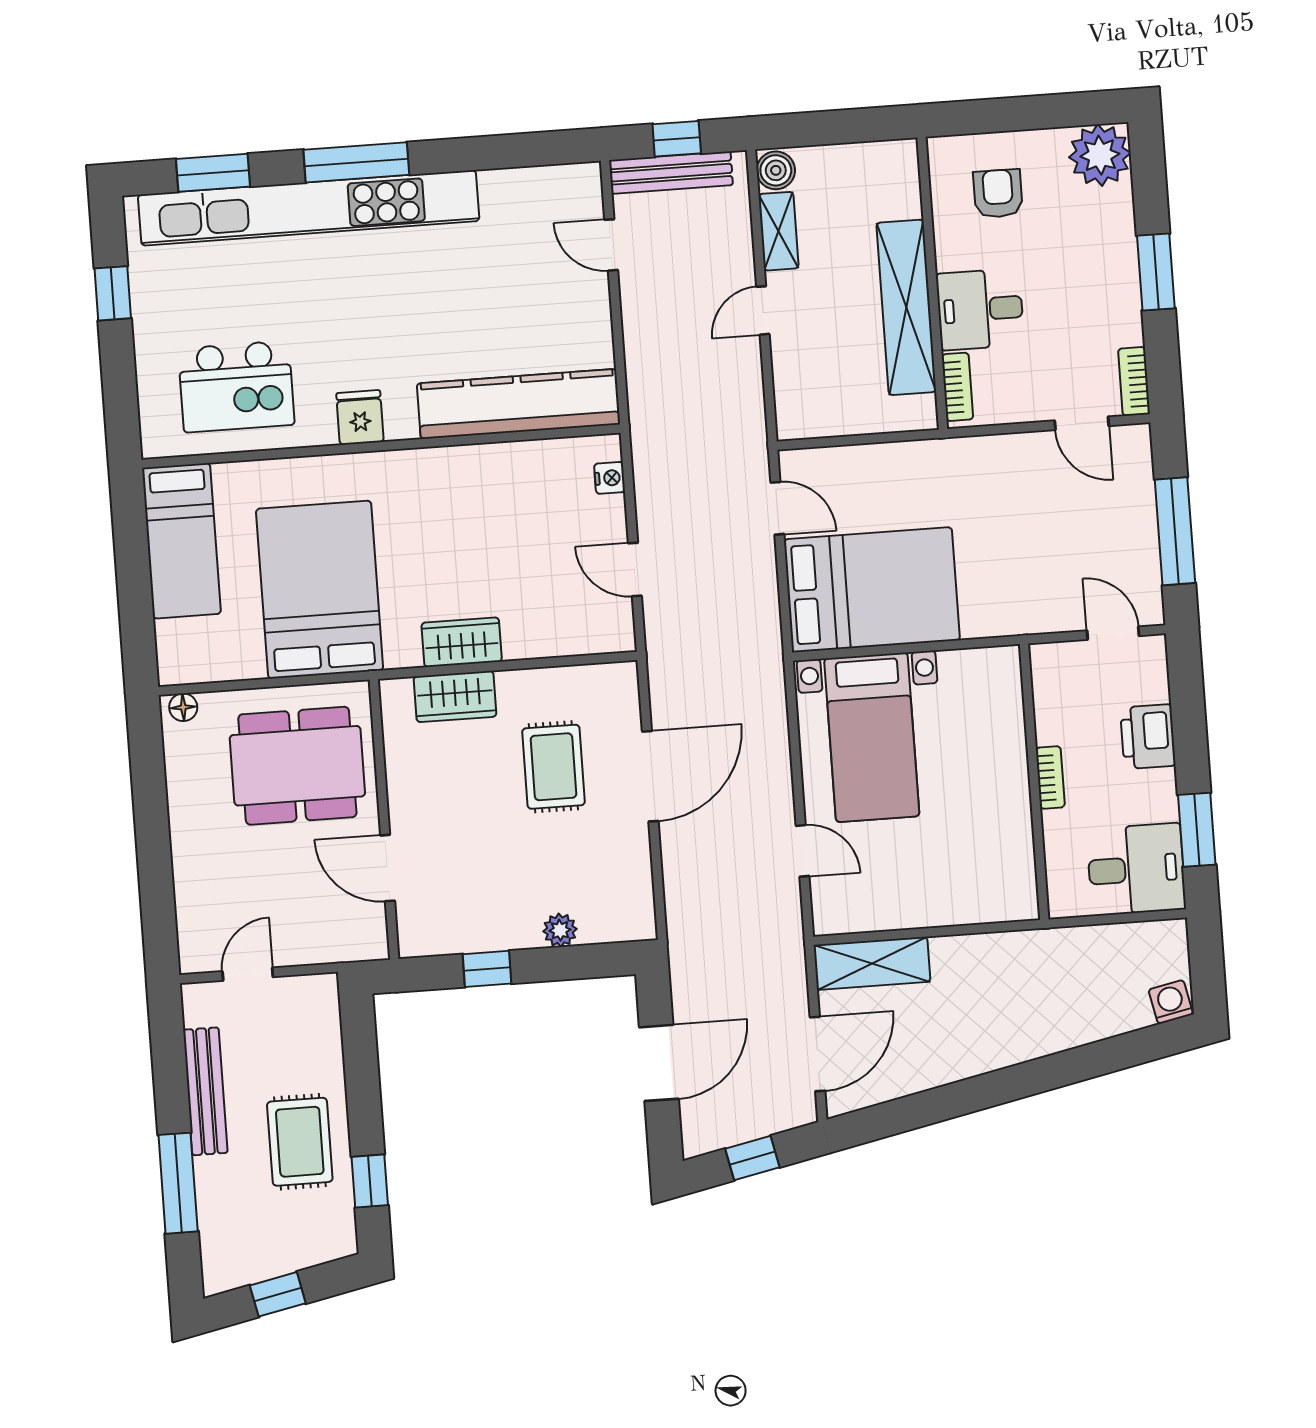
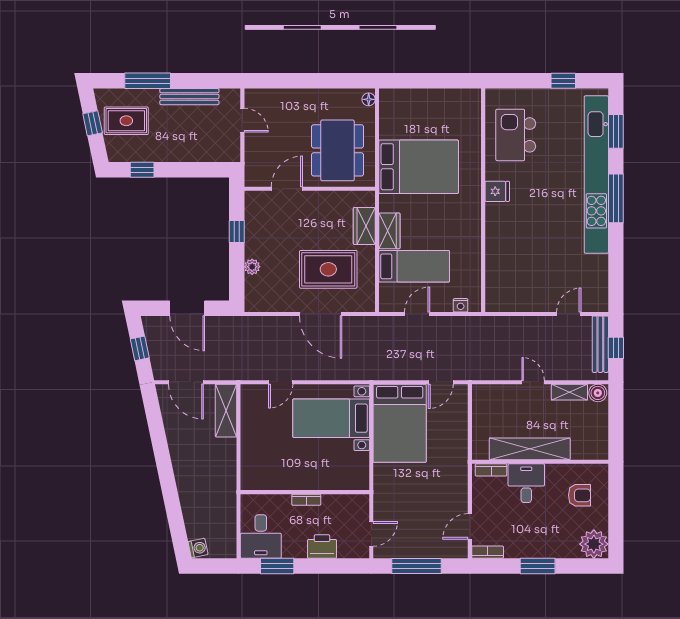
kitchen counter: (519, 404) -> (498, 265), removed
bed: (181, 541) -> (414, 266), moved, turned 180
rug: (553, 767) -> (328, 269), width x1.36, depth x1.43
rug: (300, 1142) -> (126, 121), moved

